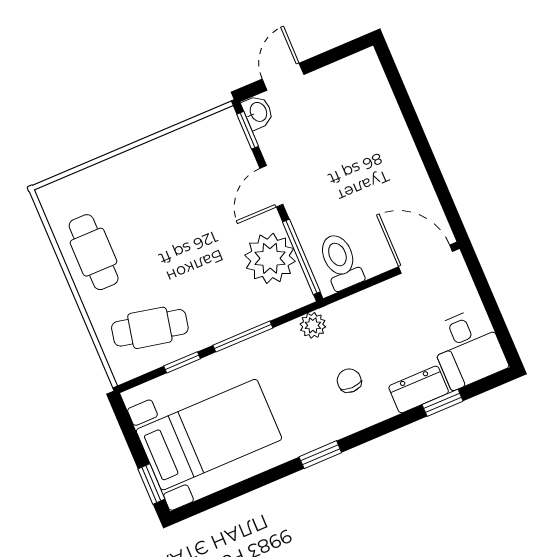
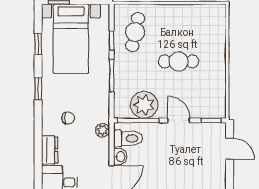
washbasin: (258, 112) -> (120, 157), moved, turned -90
cafe table: (94, 252) -> (179, 61), moved
plant: (313, 325) -> (103, 130), moved
window: (443, 403) -> (38, 44), moved

